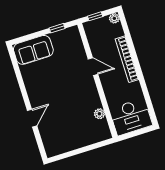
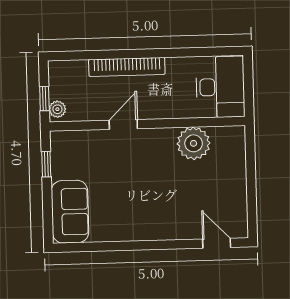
plant: (114, 18) -> (57, 109), moved
plant: (99, 114) -> (194, 143), width x1.88, depth x1.88
door: (32, 118) -> (217, 243), moved

